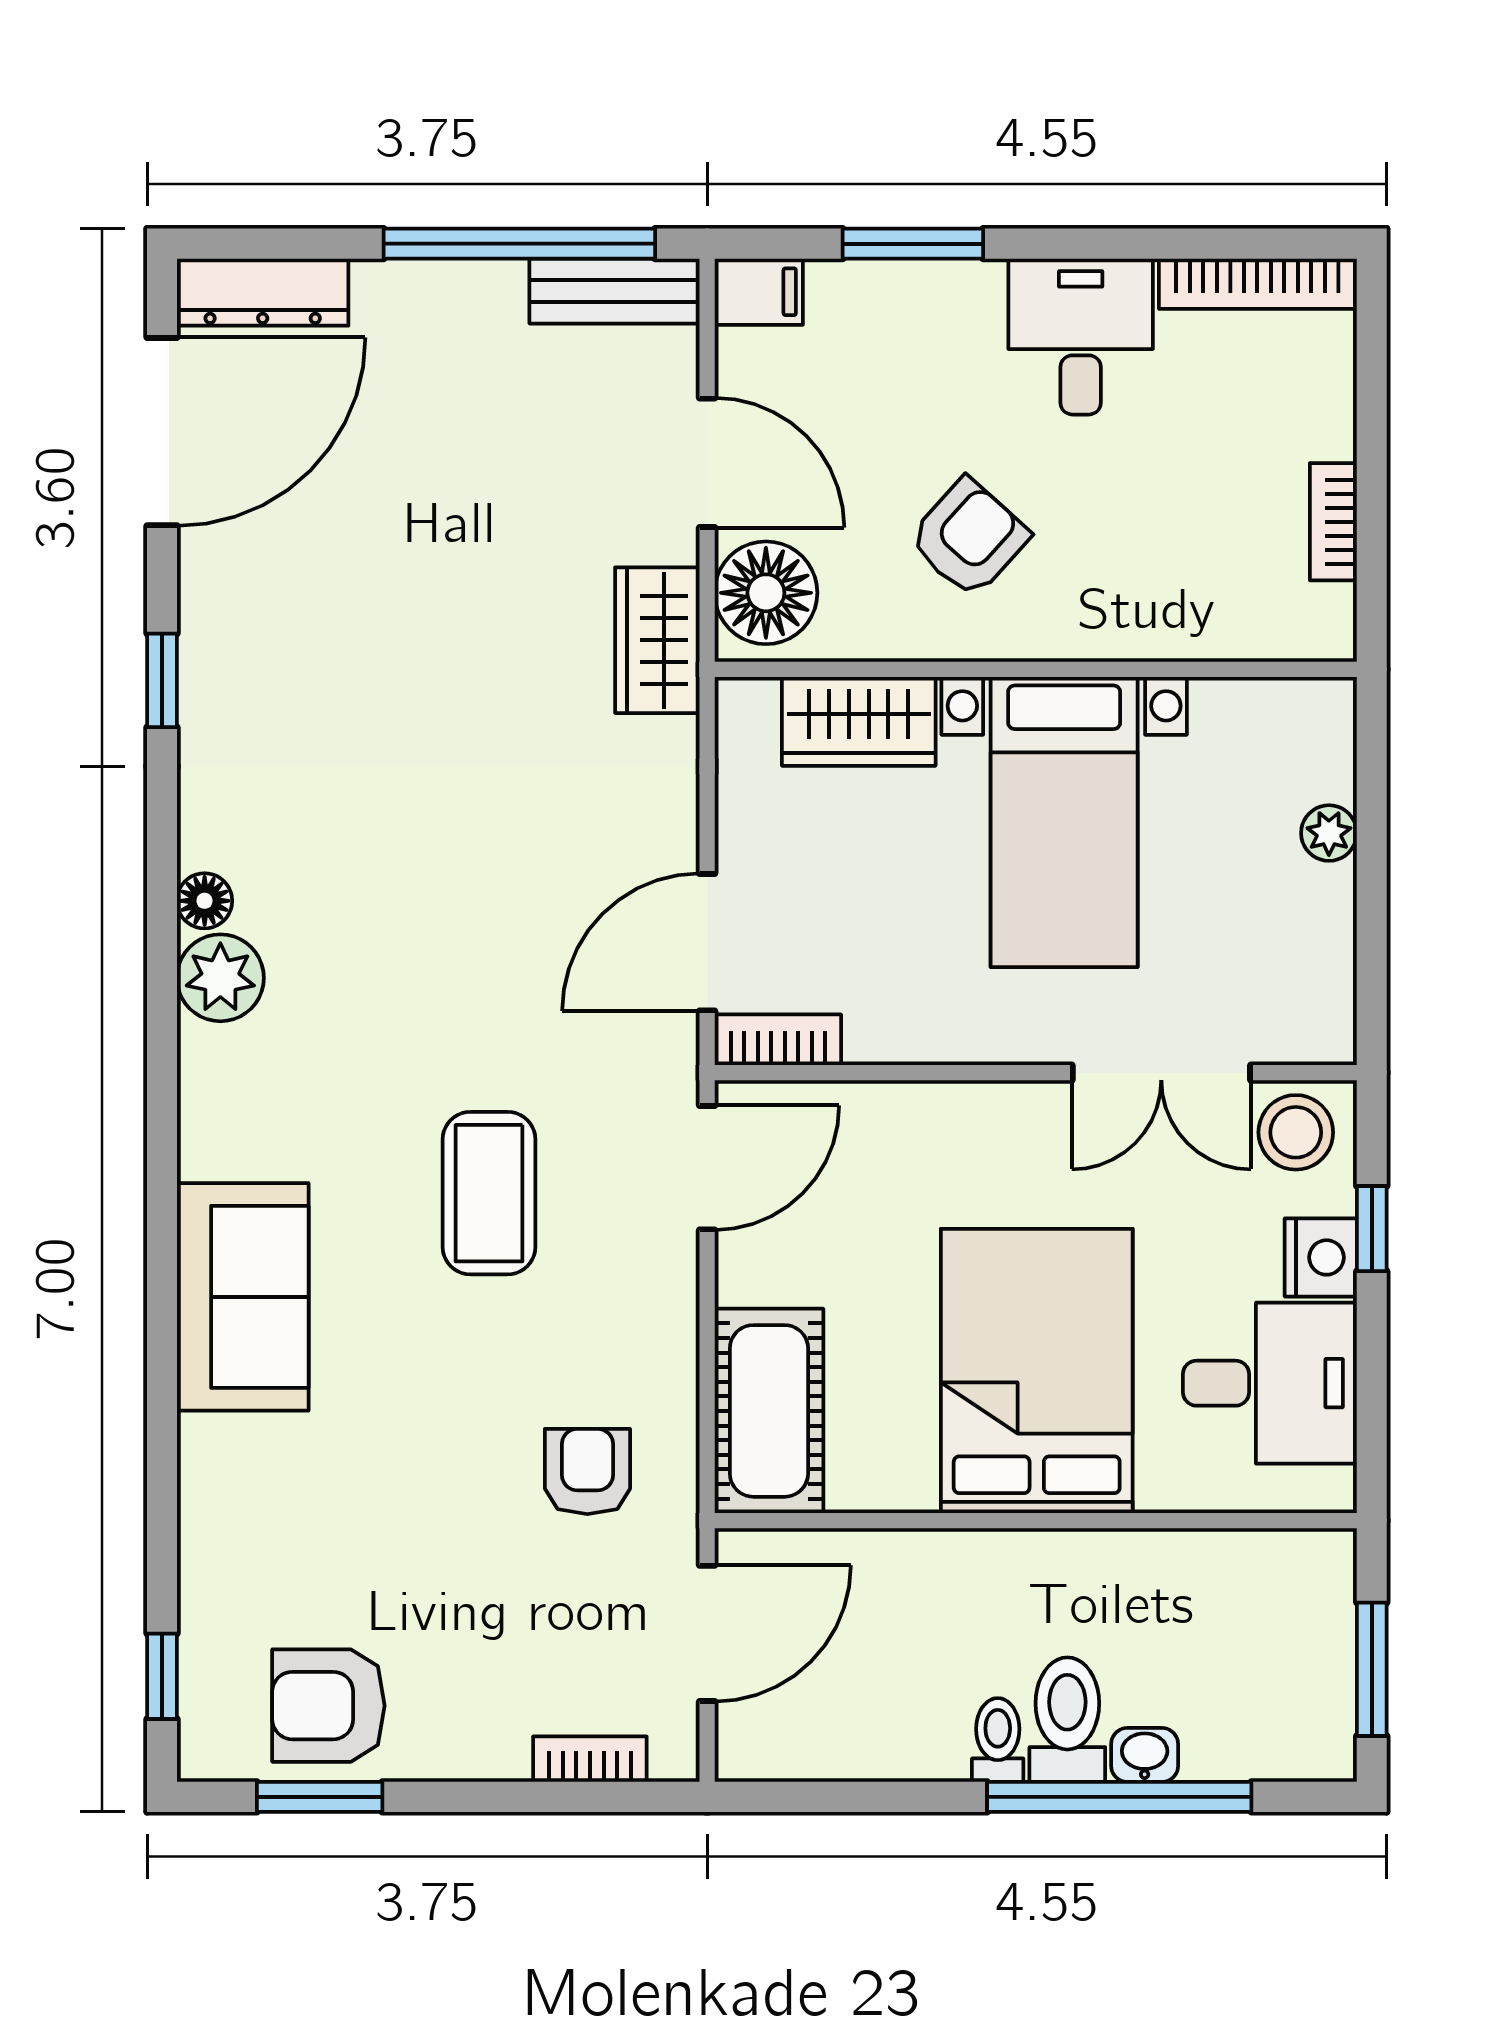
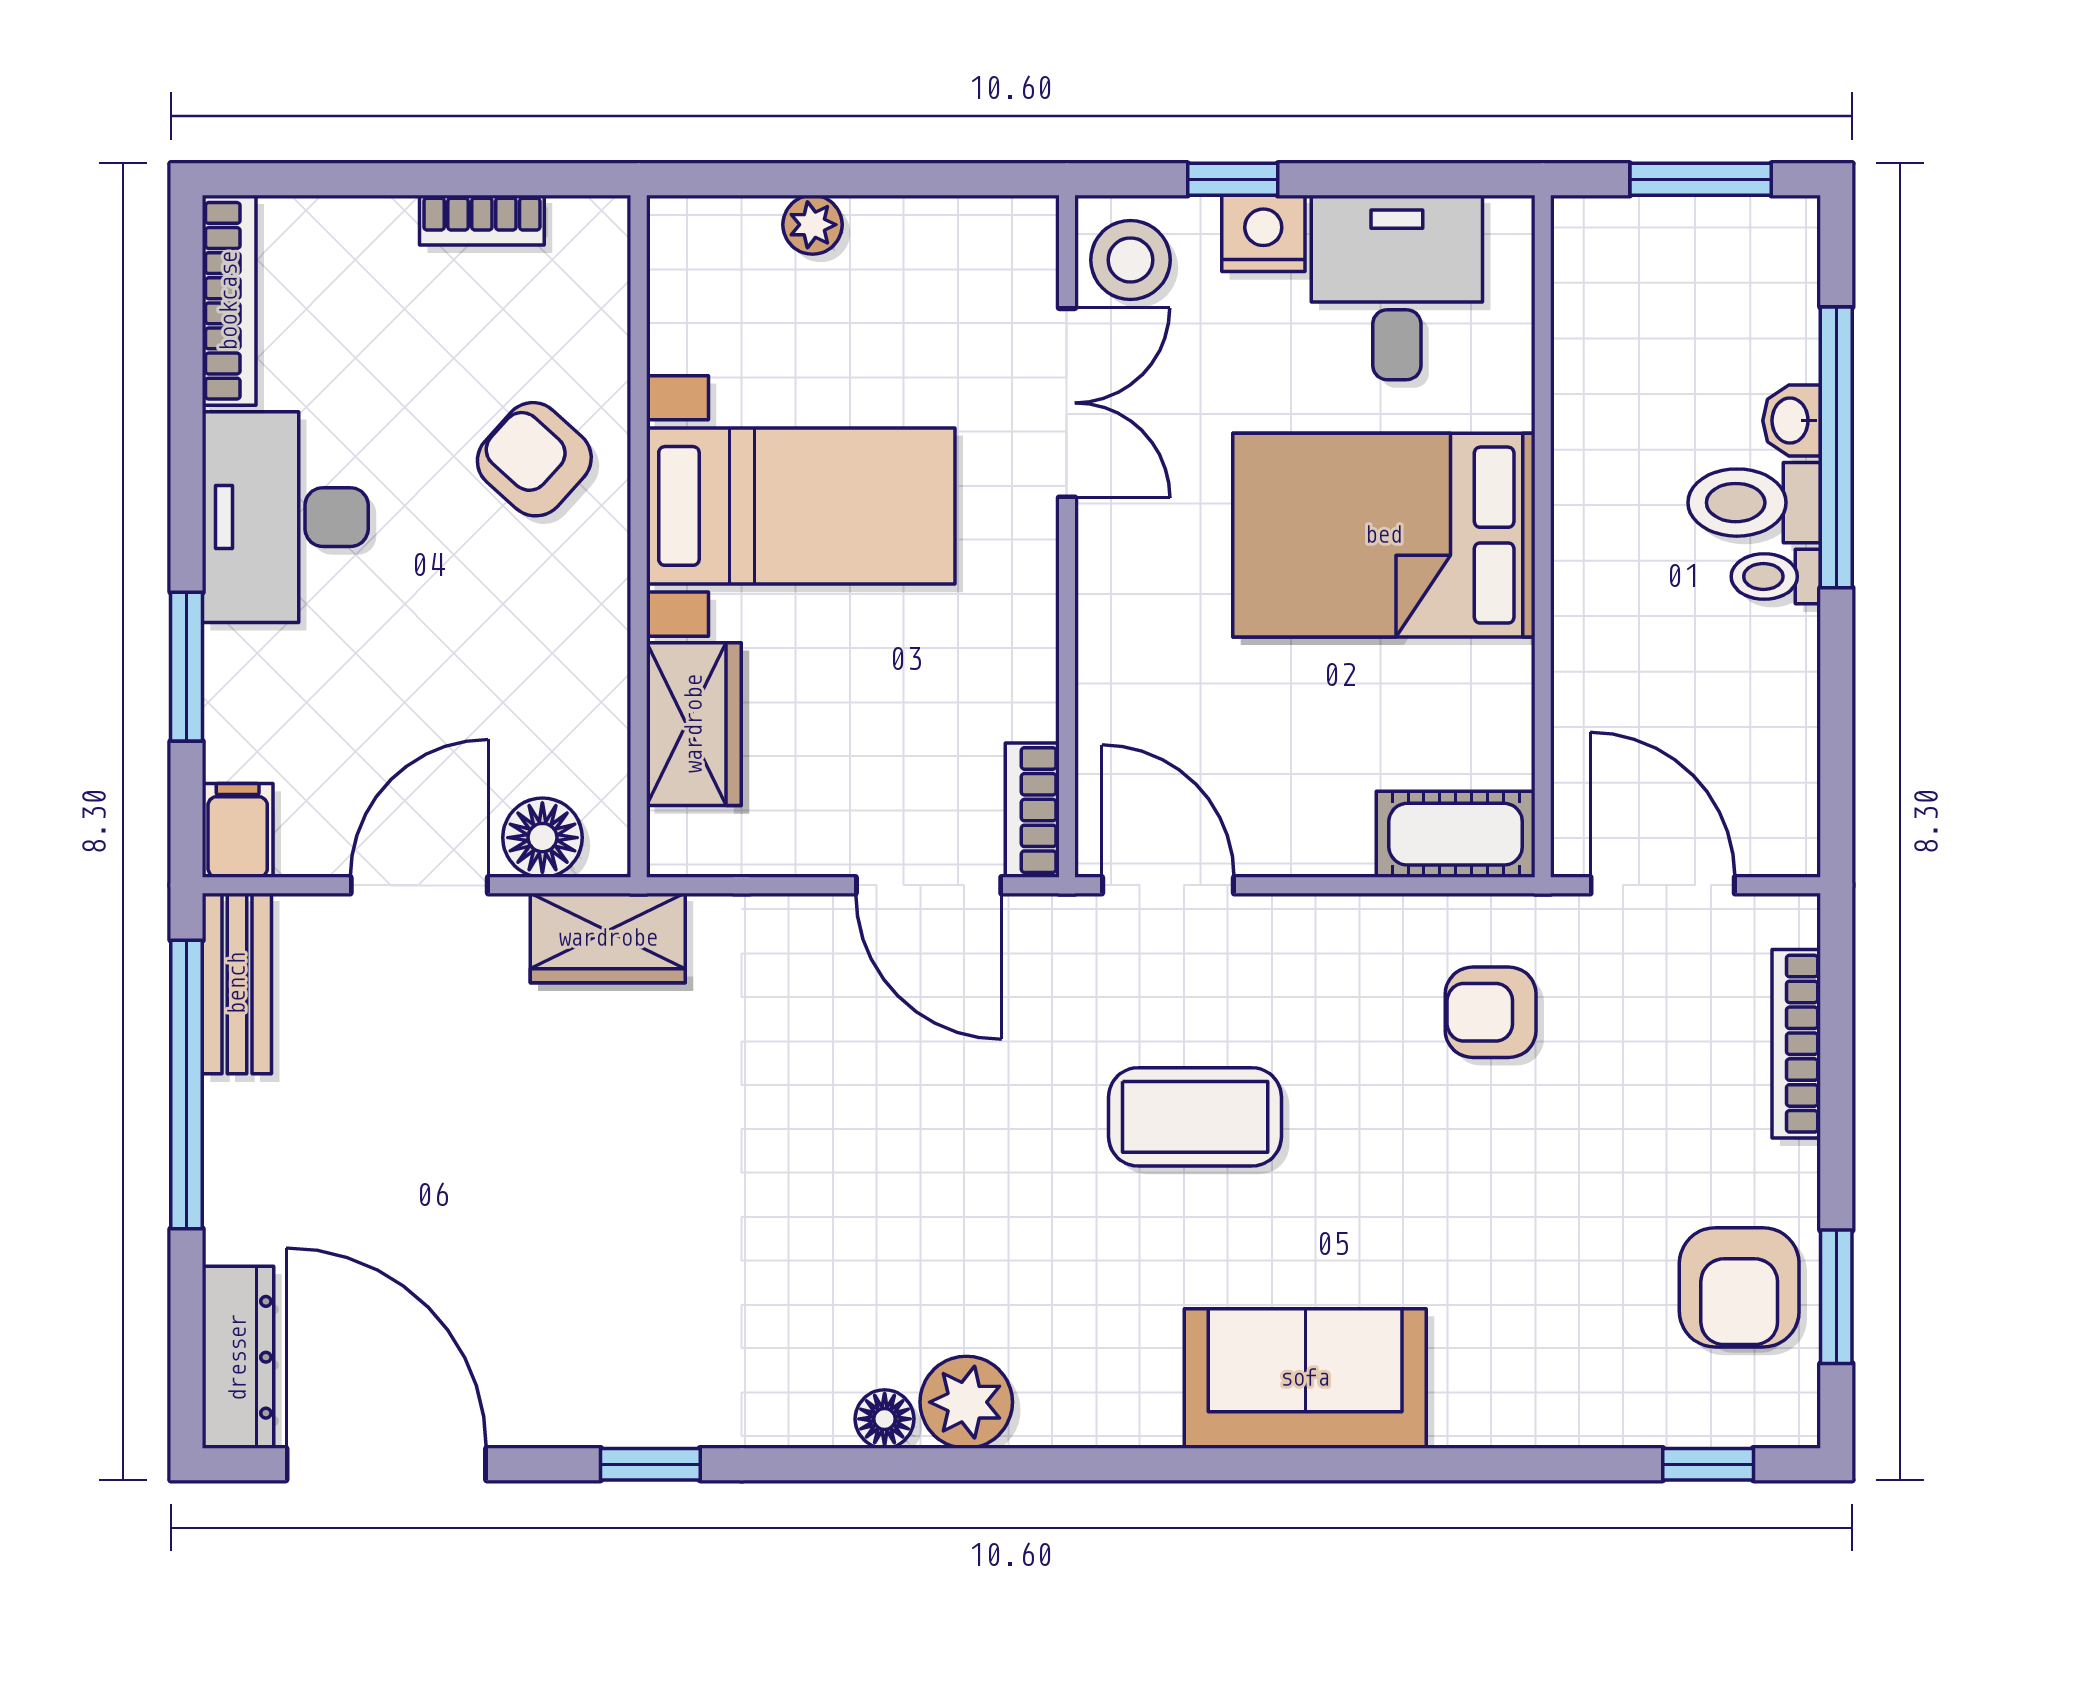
desk: (1081, 337) -> (285, 517), width x1.37
armchair: (969, 538) -> (534, 459), moved
floor lamp: (766, 593) -> (542, 838), width x0.73, depth x0.73
cot: (769, 1411) -> (1456, 834), width x0.73, depth x0.75
bookcase: (590, 1759) -> (1796, 1044), width x1.56

